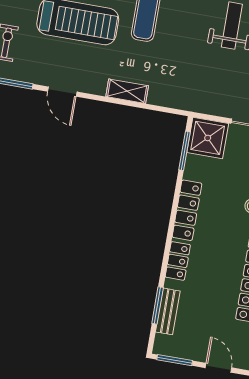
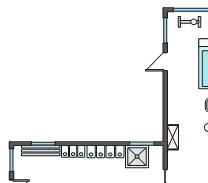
shelving: (127, 91) -> (173, 137), moved
shower: (208, 138) -> (137, 157), moved
bench: (168, 311) -> (41, 151), width x1.36

